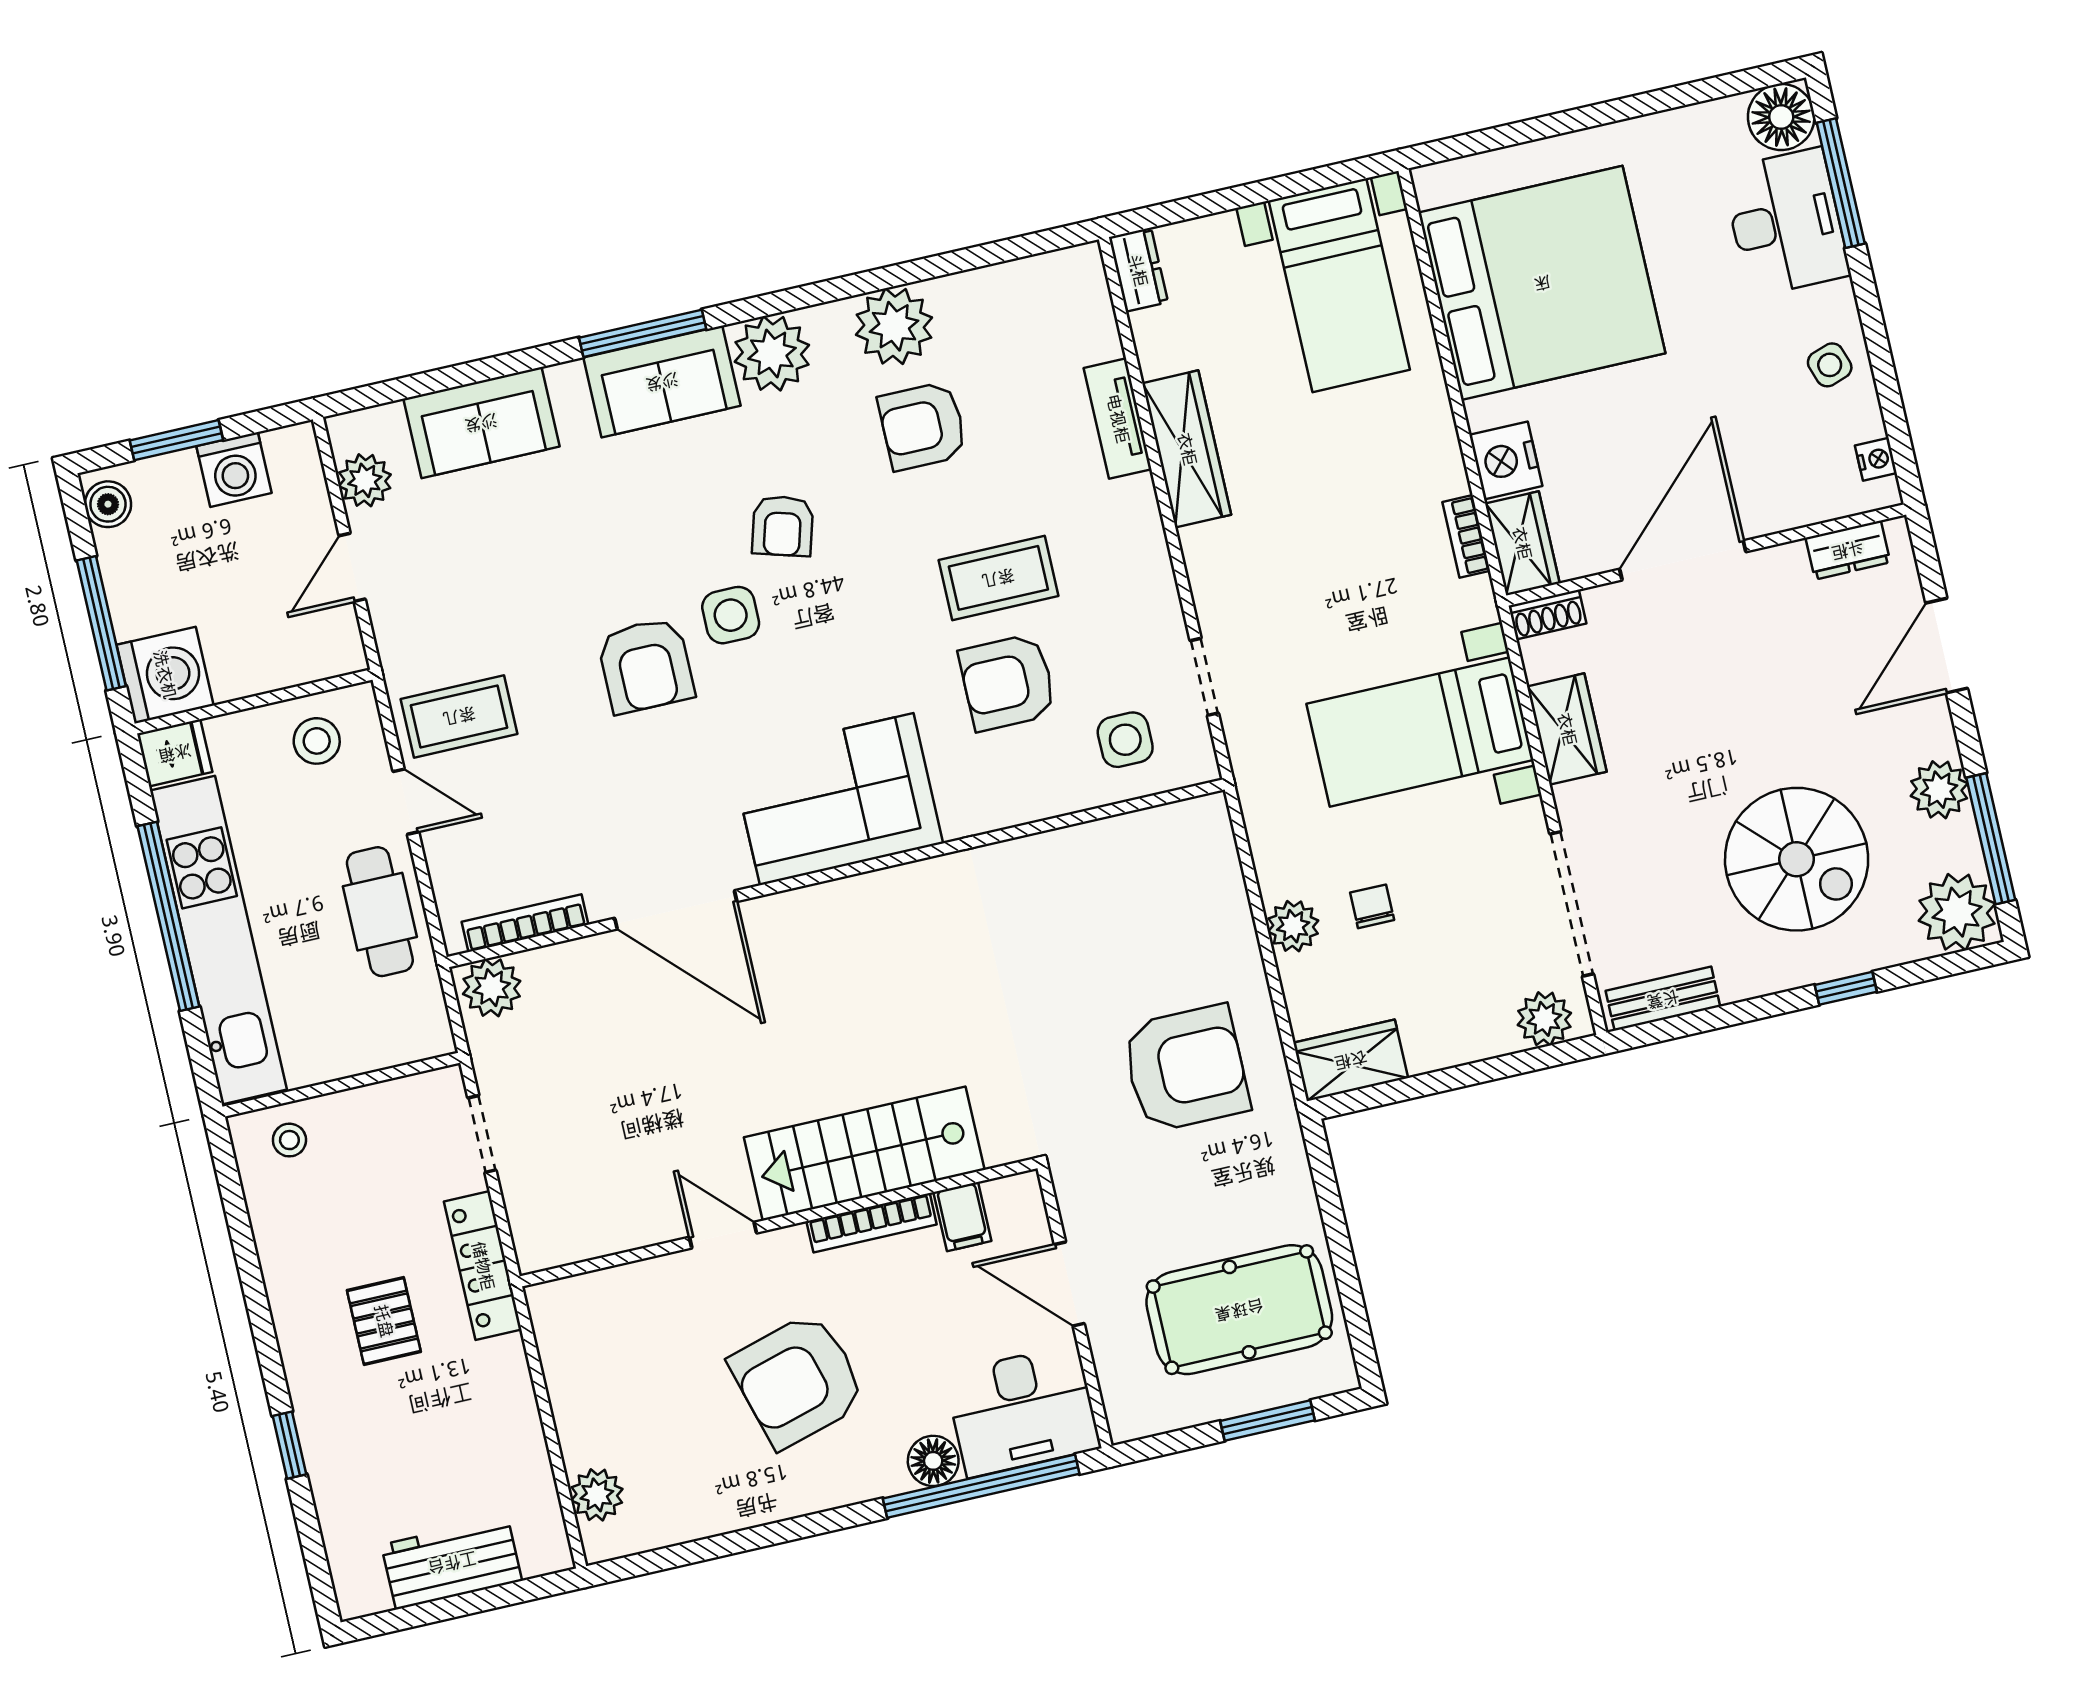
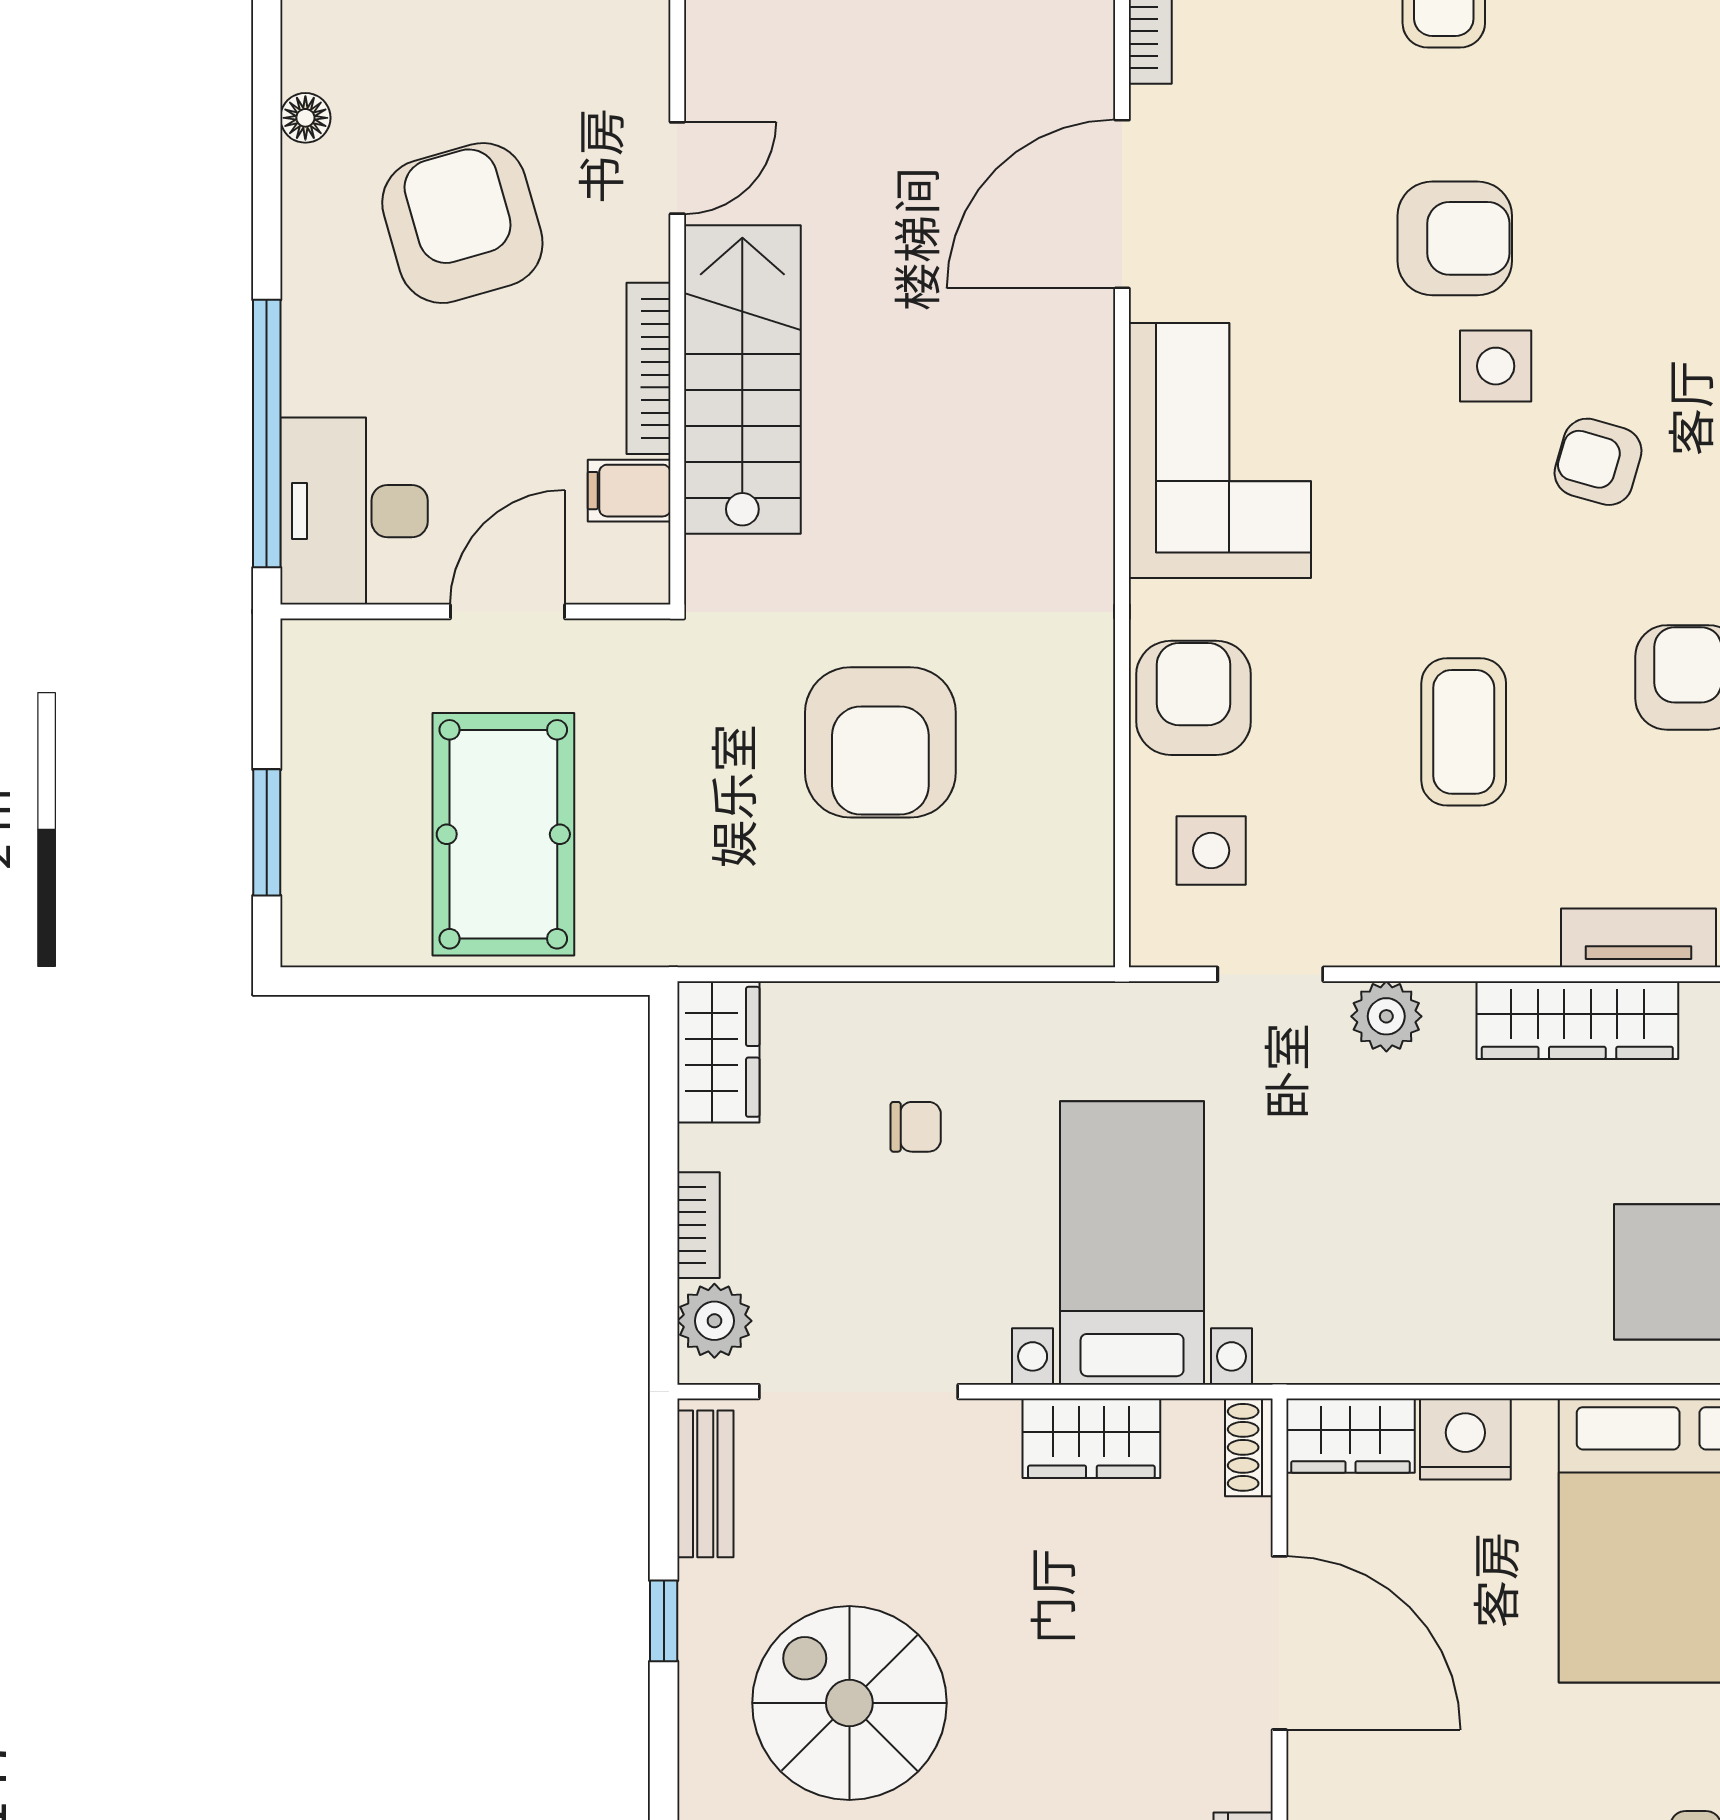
bookcase: (1466, 536) -> (698, 1225), moved, turned 90
armchair: (646, 665) -> (1455, 238), turned 180
armchair: (1008, 682) -> (1194, 698), moved
spiral stairs: (1797, 859) -> (849, 1703), turned 90
plant: (1293, 926) -> (1386, 1016), moved
window: (1846, 988) -> (664, 1621), moved
armchair: (1186, 1068) -> (880, 742), moved
pool table: (1239, 1310) -> (503, 834), moved
floor lamp: (933, 1461) -> (305, 118), moved, width x0.73, depth x0.73

